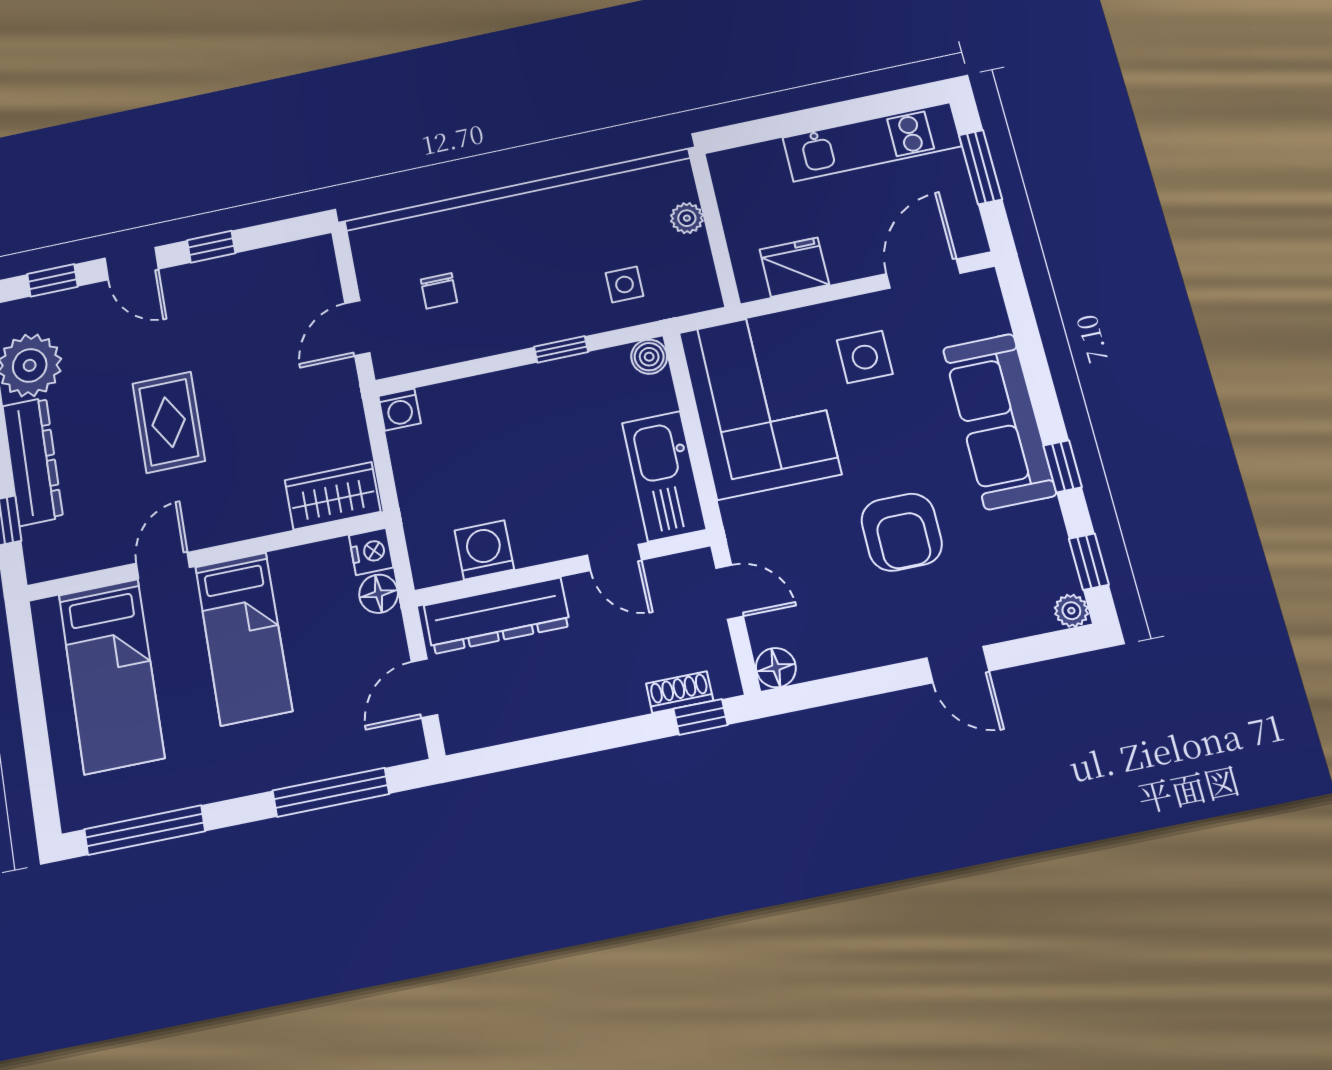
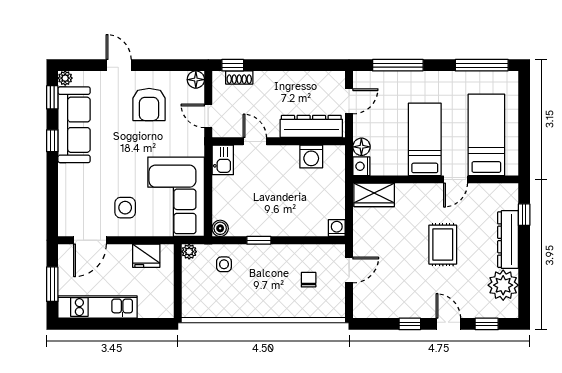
plant: (687, 218) -> (189, 252), moved
sofa: (999, 421) -> (74, 125), moved
kitchen sink: (664, 476) -> (223, 160), width x0.53, depth x0.81
armchair: (902, 532) -> (149, 104), moved, turned 180

